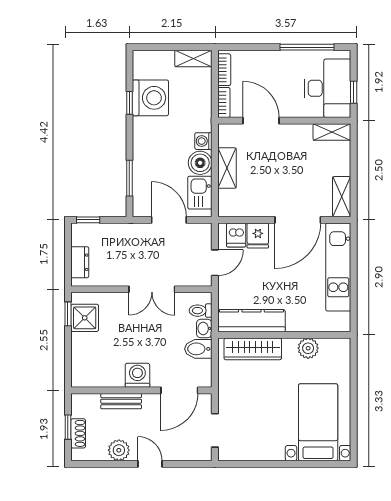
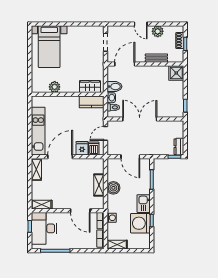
washing machine: (203, 141) -> (112, 218), moved
kitchen sink: (200, 193) -> (144, 204), moved, turned 180
dresser: (80, 262) -> (179, 147), moved
double door: (152, 289) -> (140, 119), width x1.37
shower: (85, 318) -> (176, 73), moved
kitchen counter: (251, 321) -> (92, 102), width x0.67
wardrobe: (253, 349) -> (90, 87), width x0.67
washing machine: (137, 375) -> (148, 72), removed

